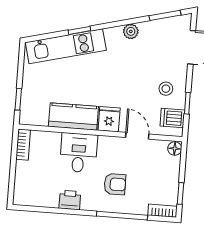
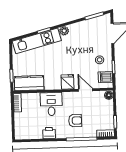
plant: (131, 31) -> (64, 31), moved
kitchen counter: (73, 116) -> (29, 83), moved

